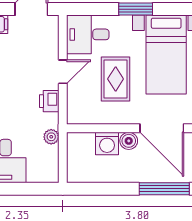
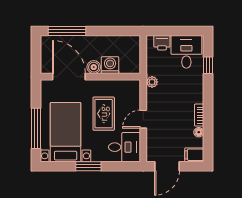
printer: (49, 101) -> (162, 43), moved, turned 90
plant: (51, 137) -> (152, 82), moved

